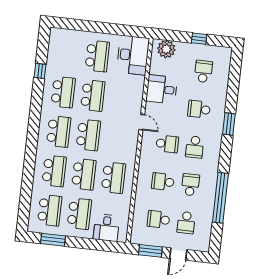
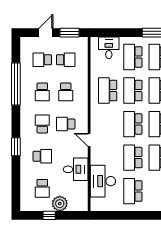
plant: (166, 49) -> (60, 204), moved
desk: (133, 55) -> (103, 181), moved
school desk: (163, 182) -> (66, 92), turned 90
school desk: (186, 223) -> (42, 60), turned -90

